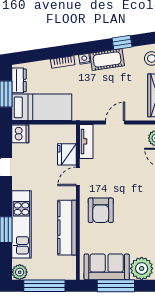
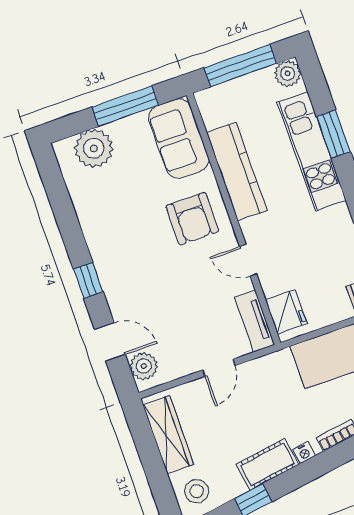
fridge: (67, 154) -> (286, 312), moved
door: (78, 176) -> (248, 260), swing flipped
armchair: (101, 210) -> (192, 219), turned 180
sofa: (107, 267) -> (179, 138), moved, turned 90

